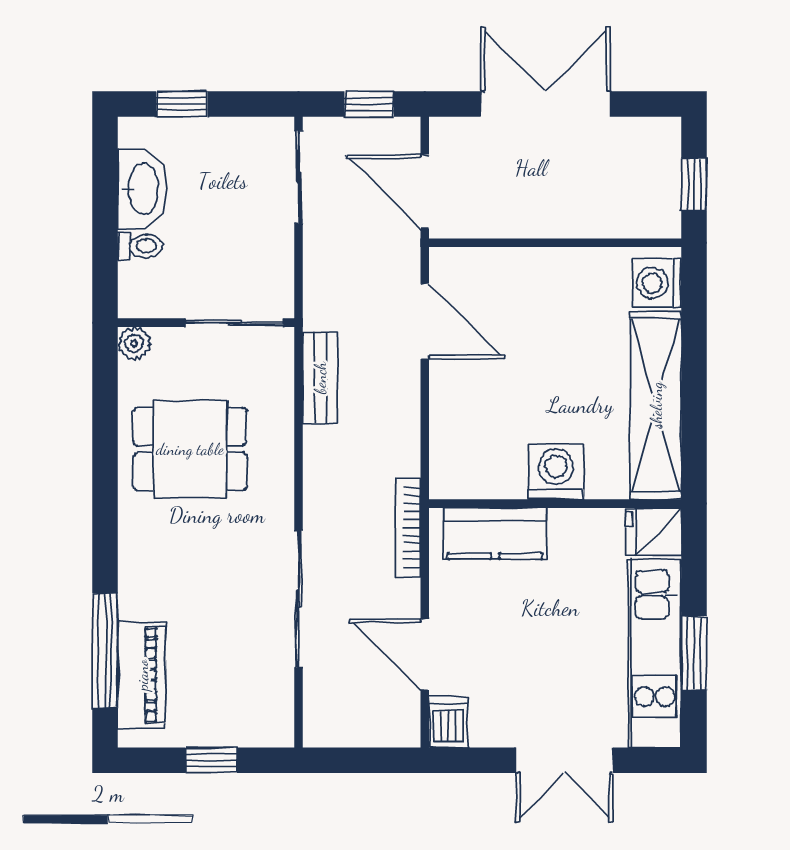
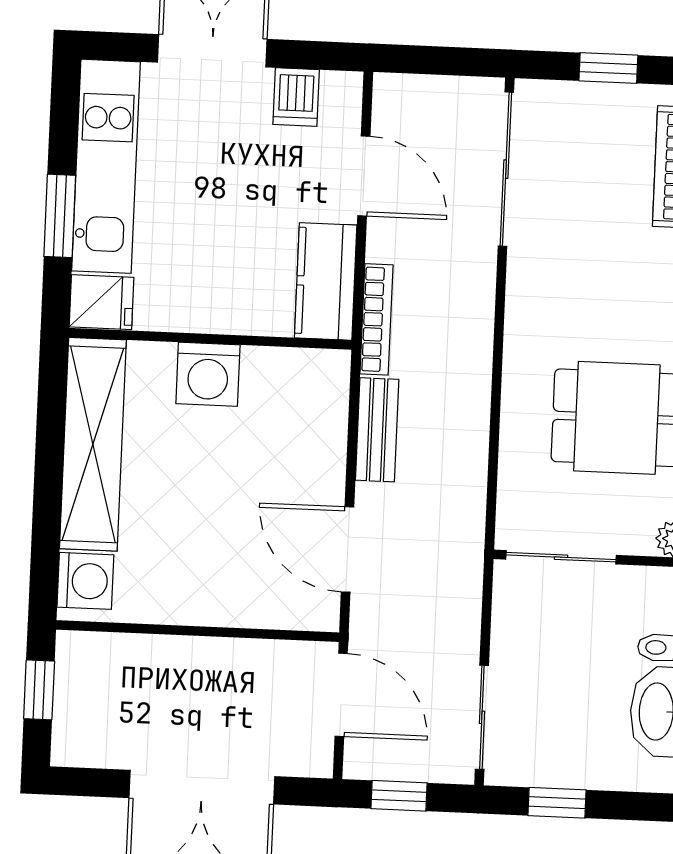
window: (182, 104) -> (557, 803), moved
bench: (320, 378) -> (377, 430), moved
kitchen counter: (495, 533) -> (326, 281), moved, turned -90
sliding door: (298, 599) -> (506, 169), moved
window: (694, 653) -> (60, 216), moved
dishwasher: (449, 722) -> (296, 97), moved

